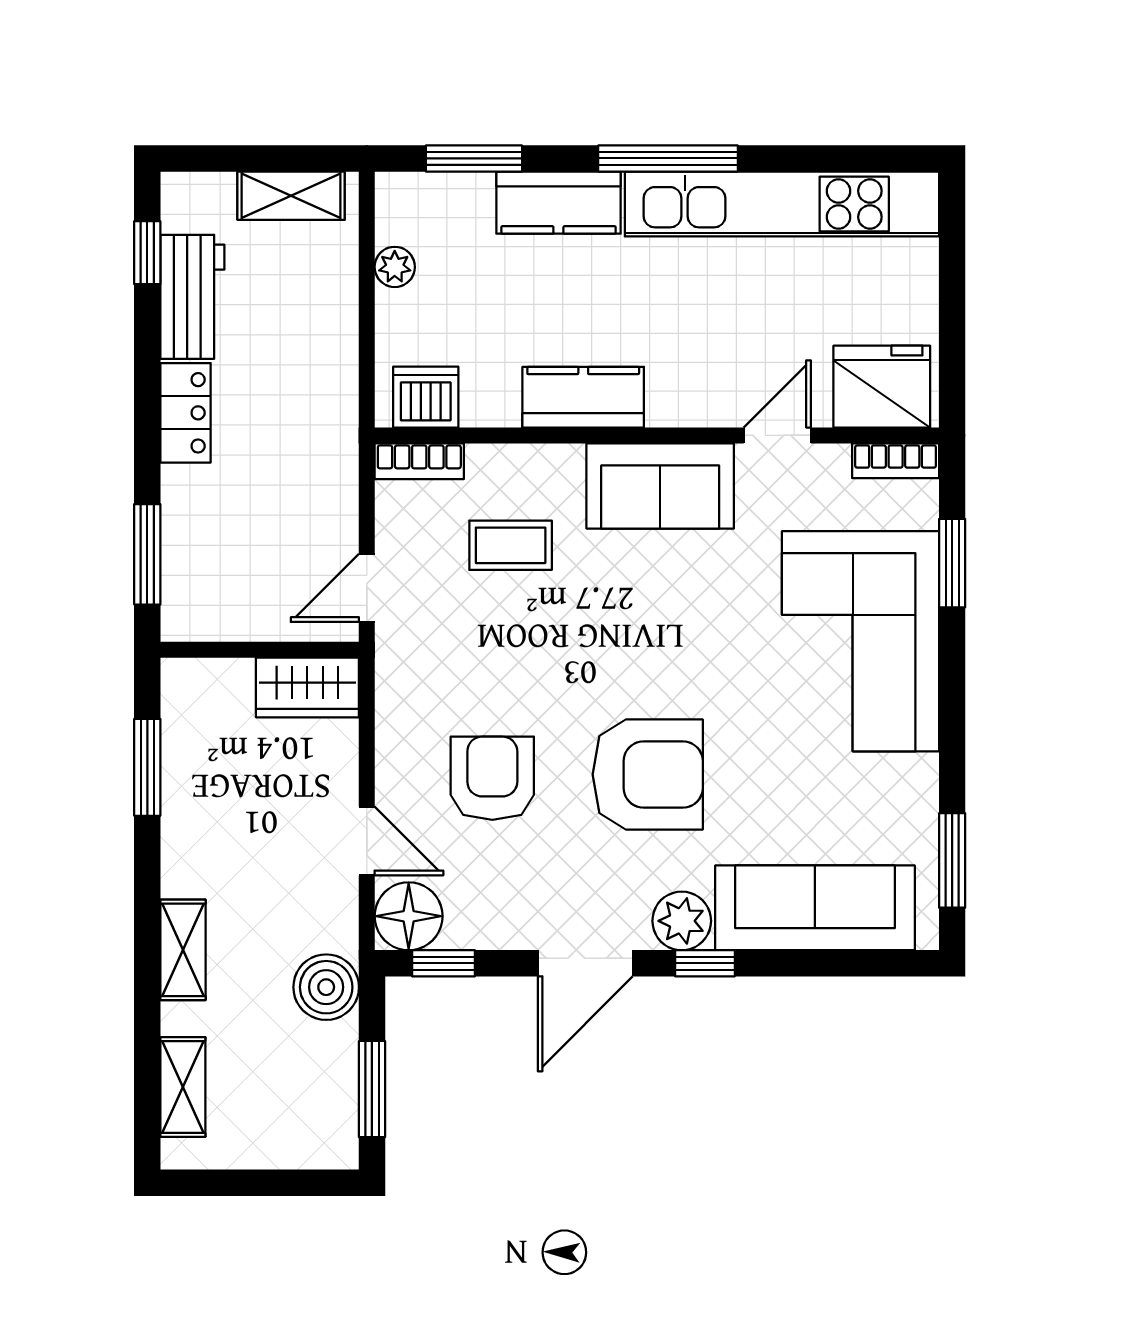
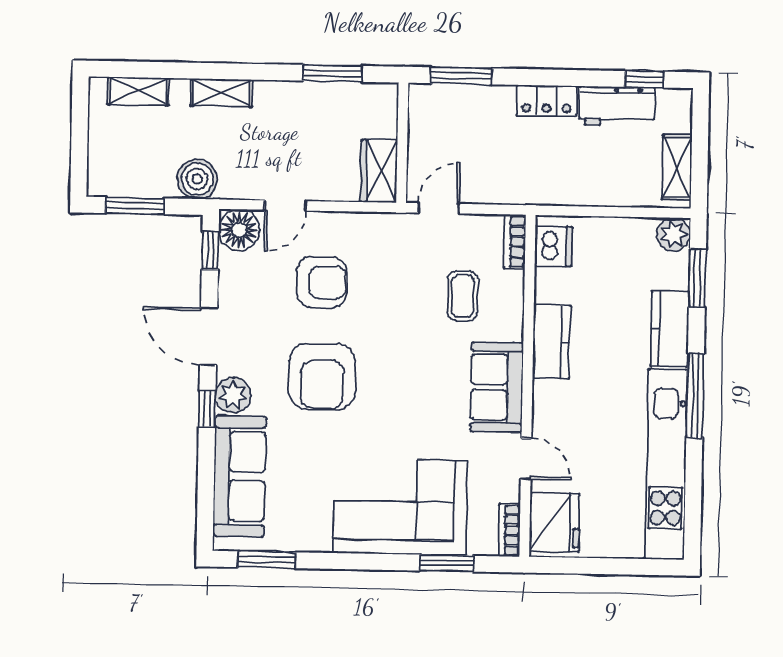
plant: (395, 267) -> (674, 234), moved, width x1.38, depth x1.38
door: (367, 588) -> (439, 208), hinge flipped

